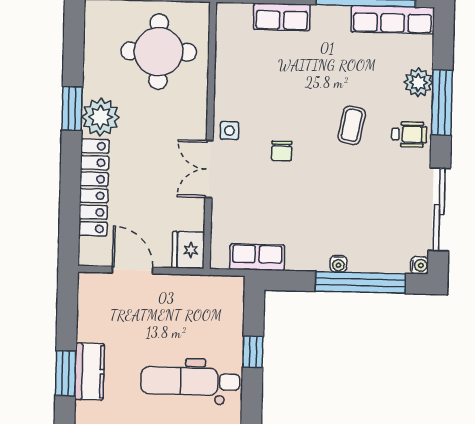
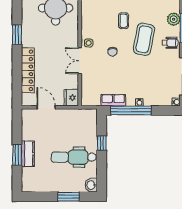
coffee table: (308, 83) -> (124, 21), added
plant: (101, 117) -> (30, 38), removed
coffee table: (352, 125) -> (144, 39), width x1.86, depth x1.72
row of seats: (257, 257) -> (113, 100), moved
window: (360, 282) -> (131, 110), moved

